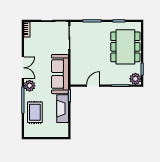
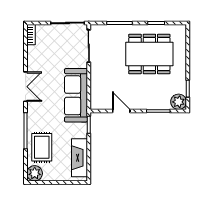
dining table: (125, 47) -> (149, 54), moved, turned 90
plant: (30, 86) -> (35, 173), moved
door: (93, 86) -> (121, 111), hinge flipped
fireplace: (63, 109) -> (80, 158), moved

